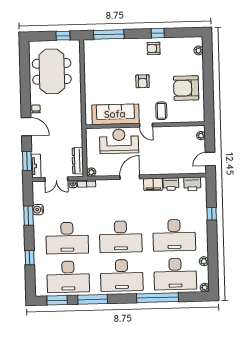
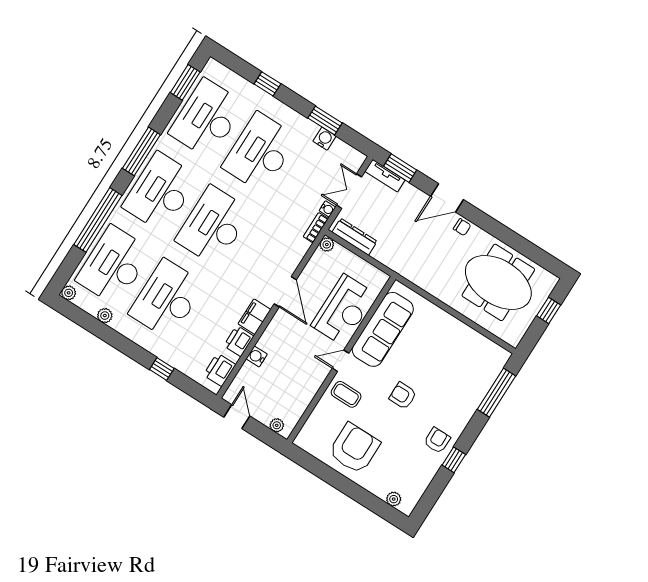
window: (63, 36) -> (549, 310), moved
water cooler: (173, 170) -> (257, 356), added
window: (93, 299) -> (141, 151), moved

